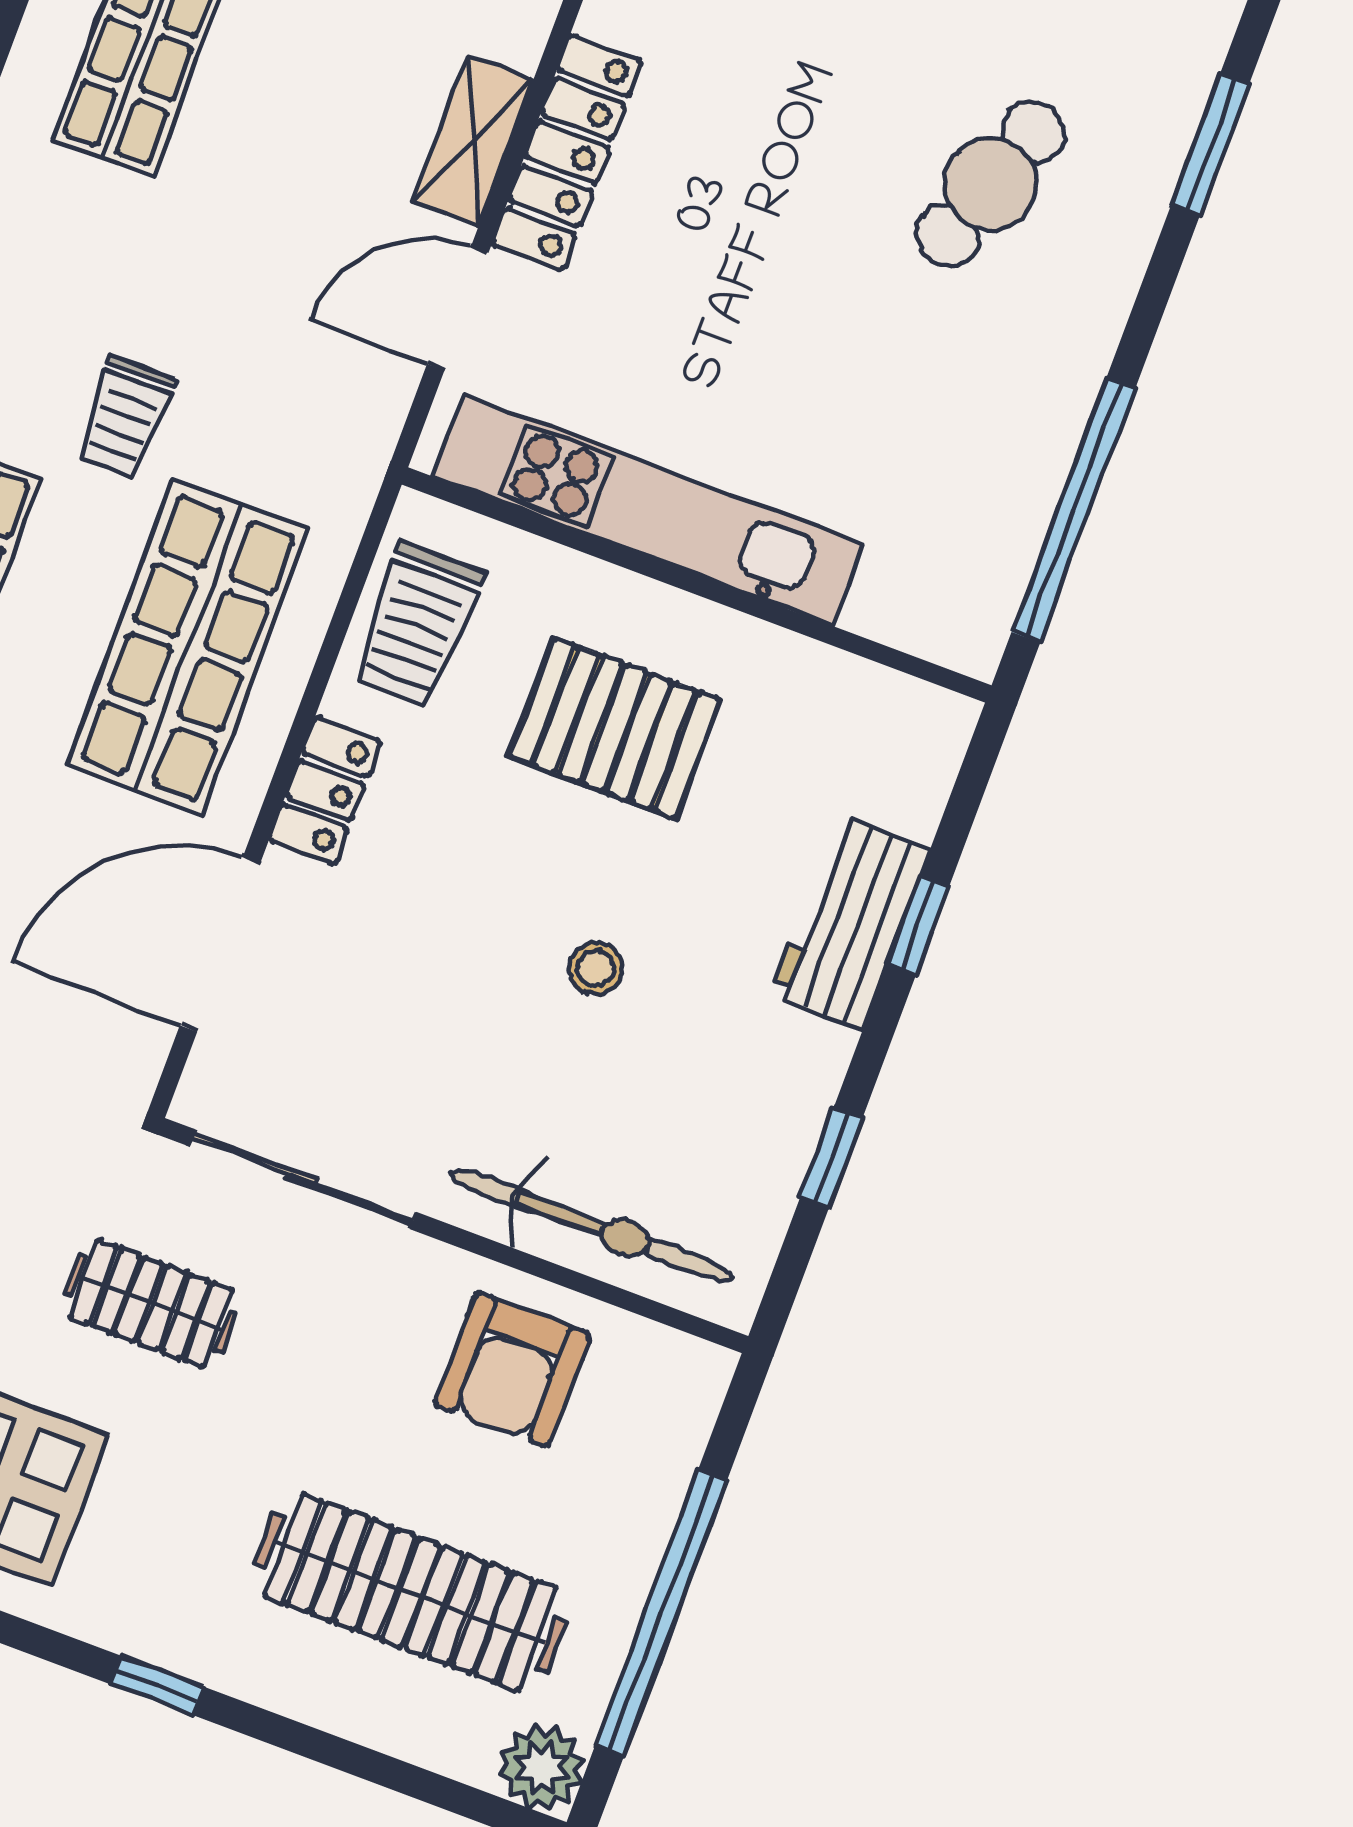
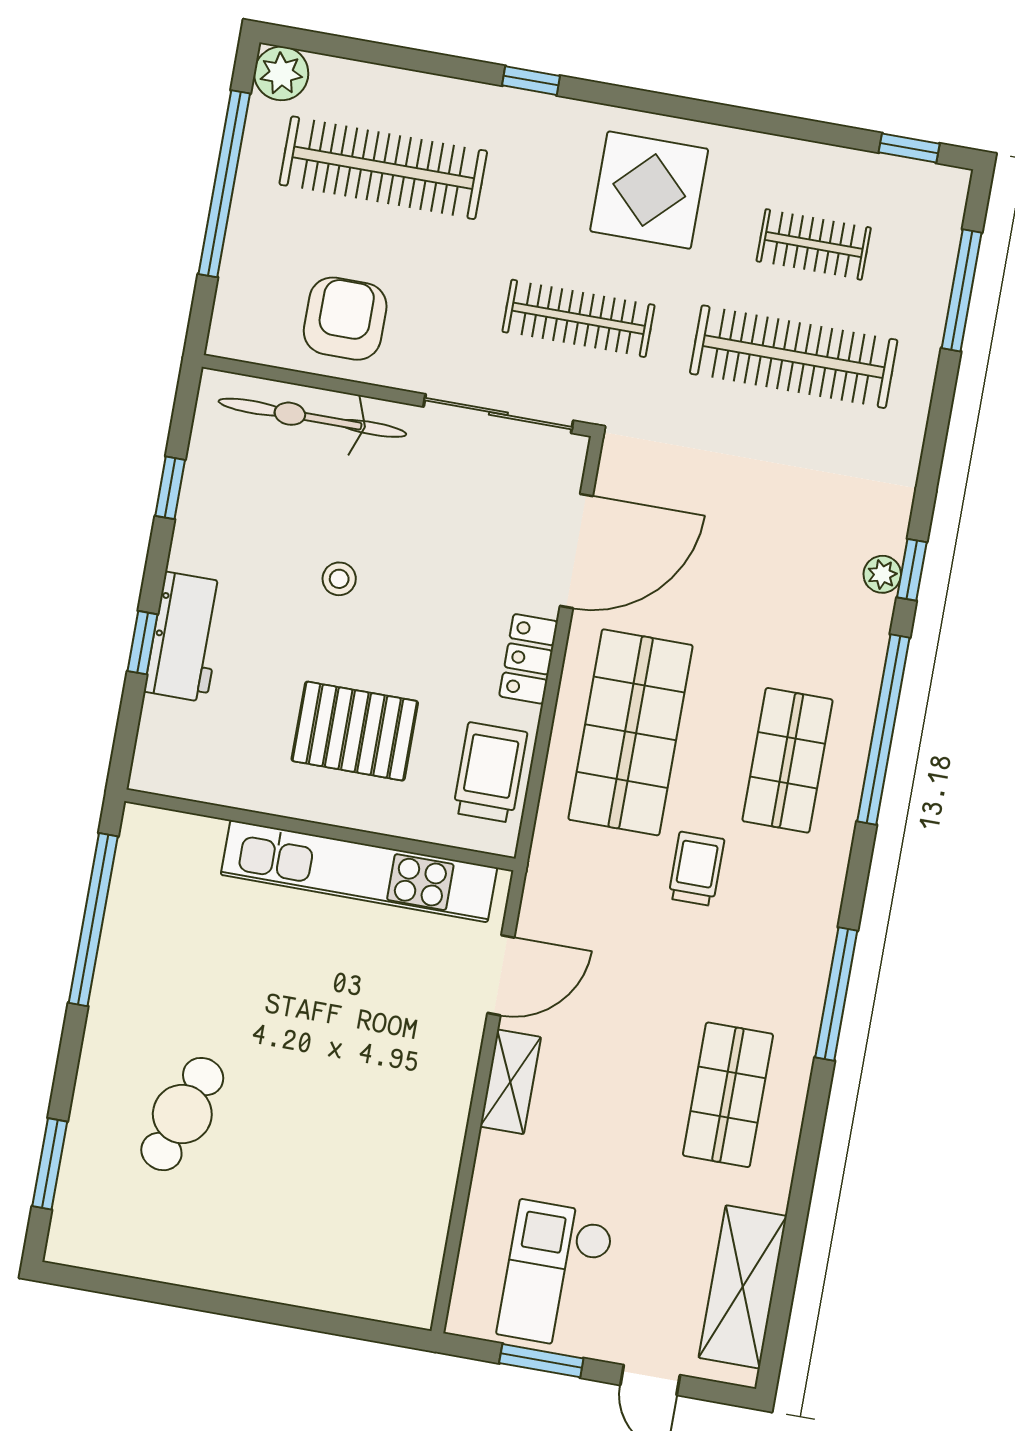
locker: (567, 152) -> (451, 1085), removed
clothes rail: (151, 1304) -> (578, 318), width x1.36

